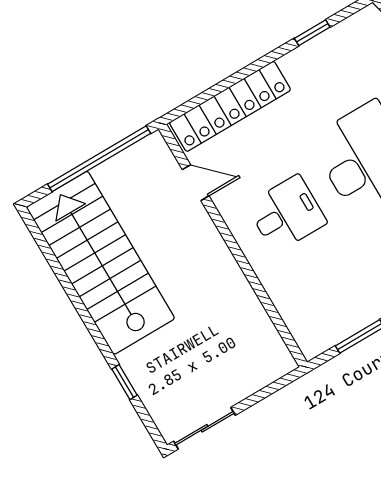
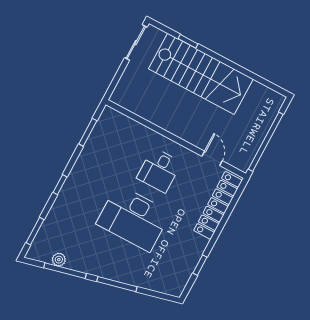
door: (196, 183) -> (212, 158), swing flipped
stairs: (101, 263) -> (201, 74), moved

